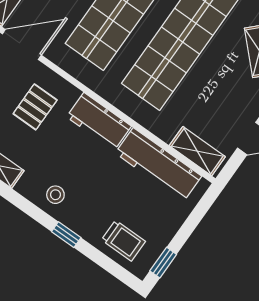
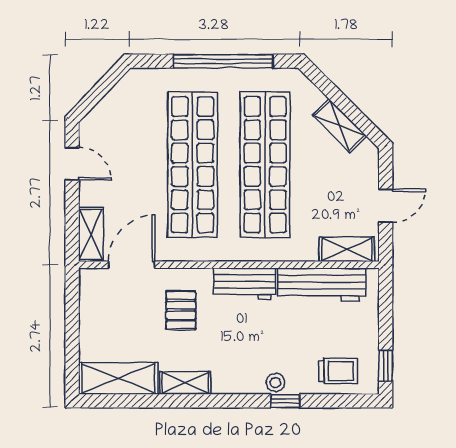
stool: (55, 195) -> (275, 383), moved

